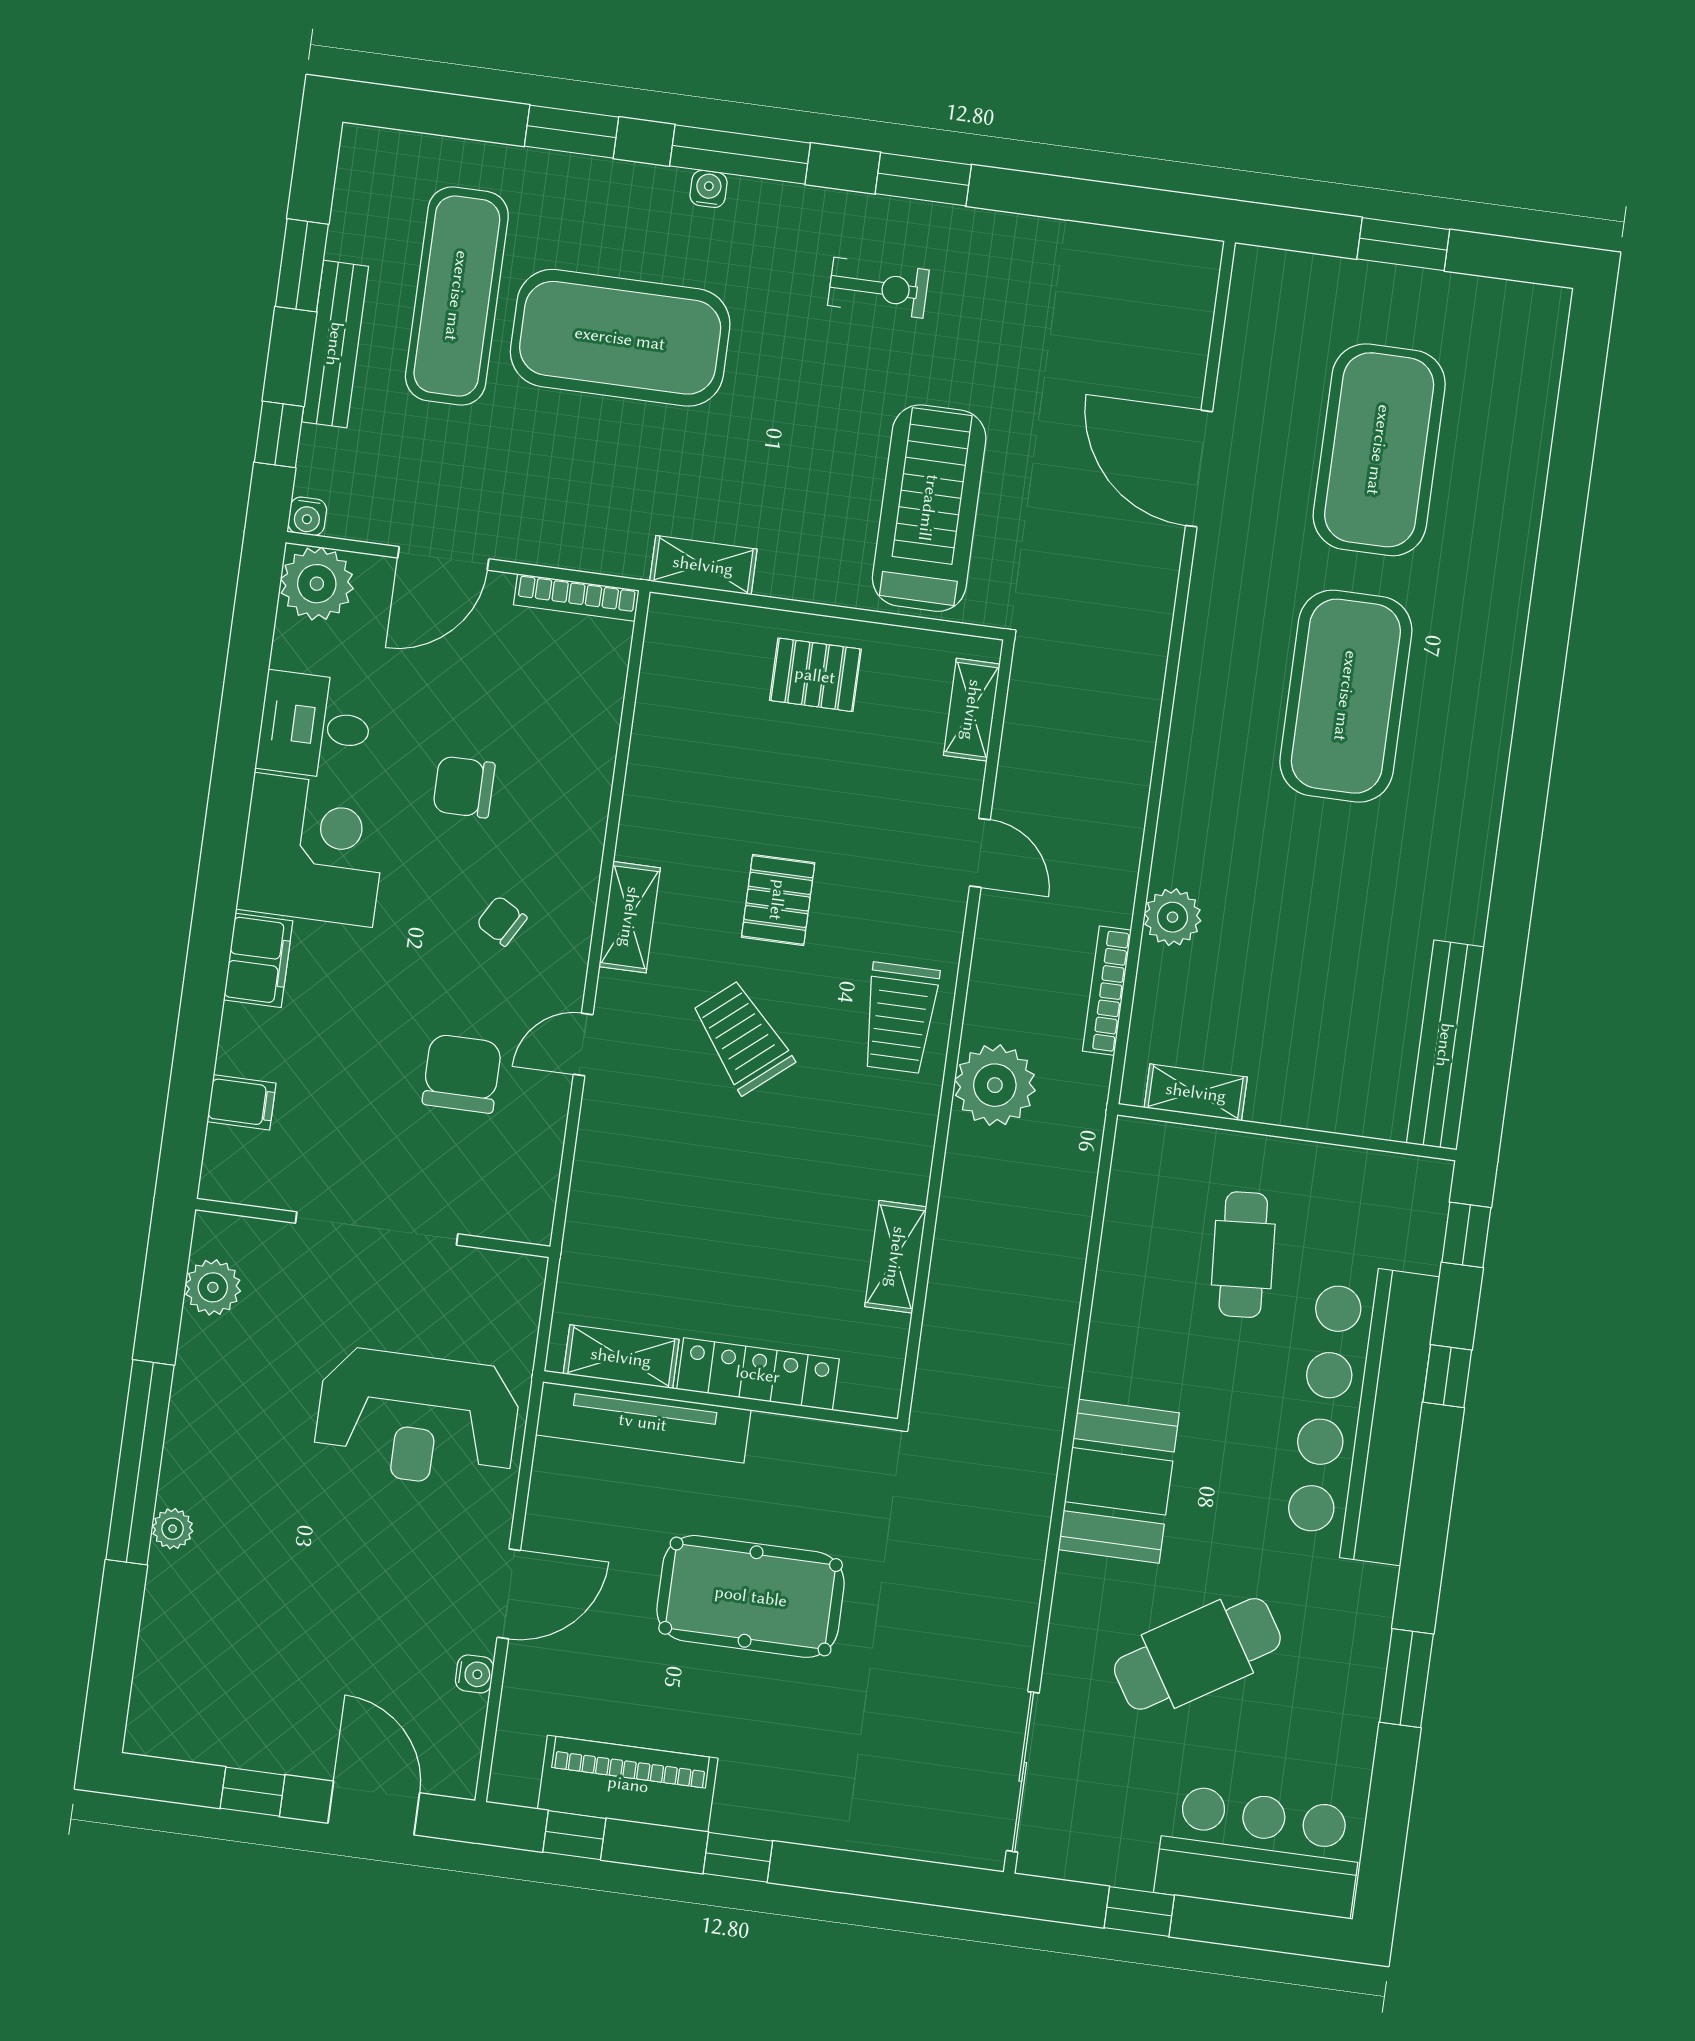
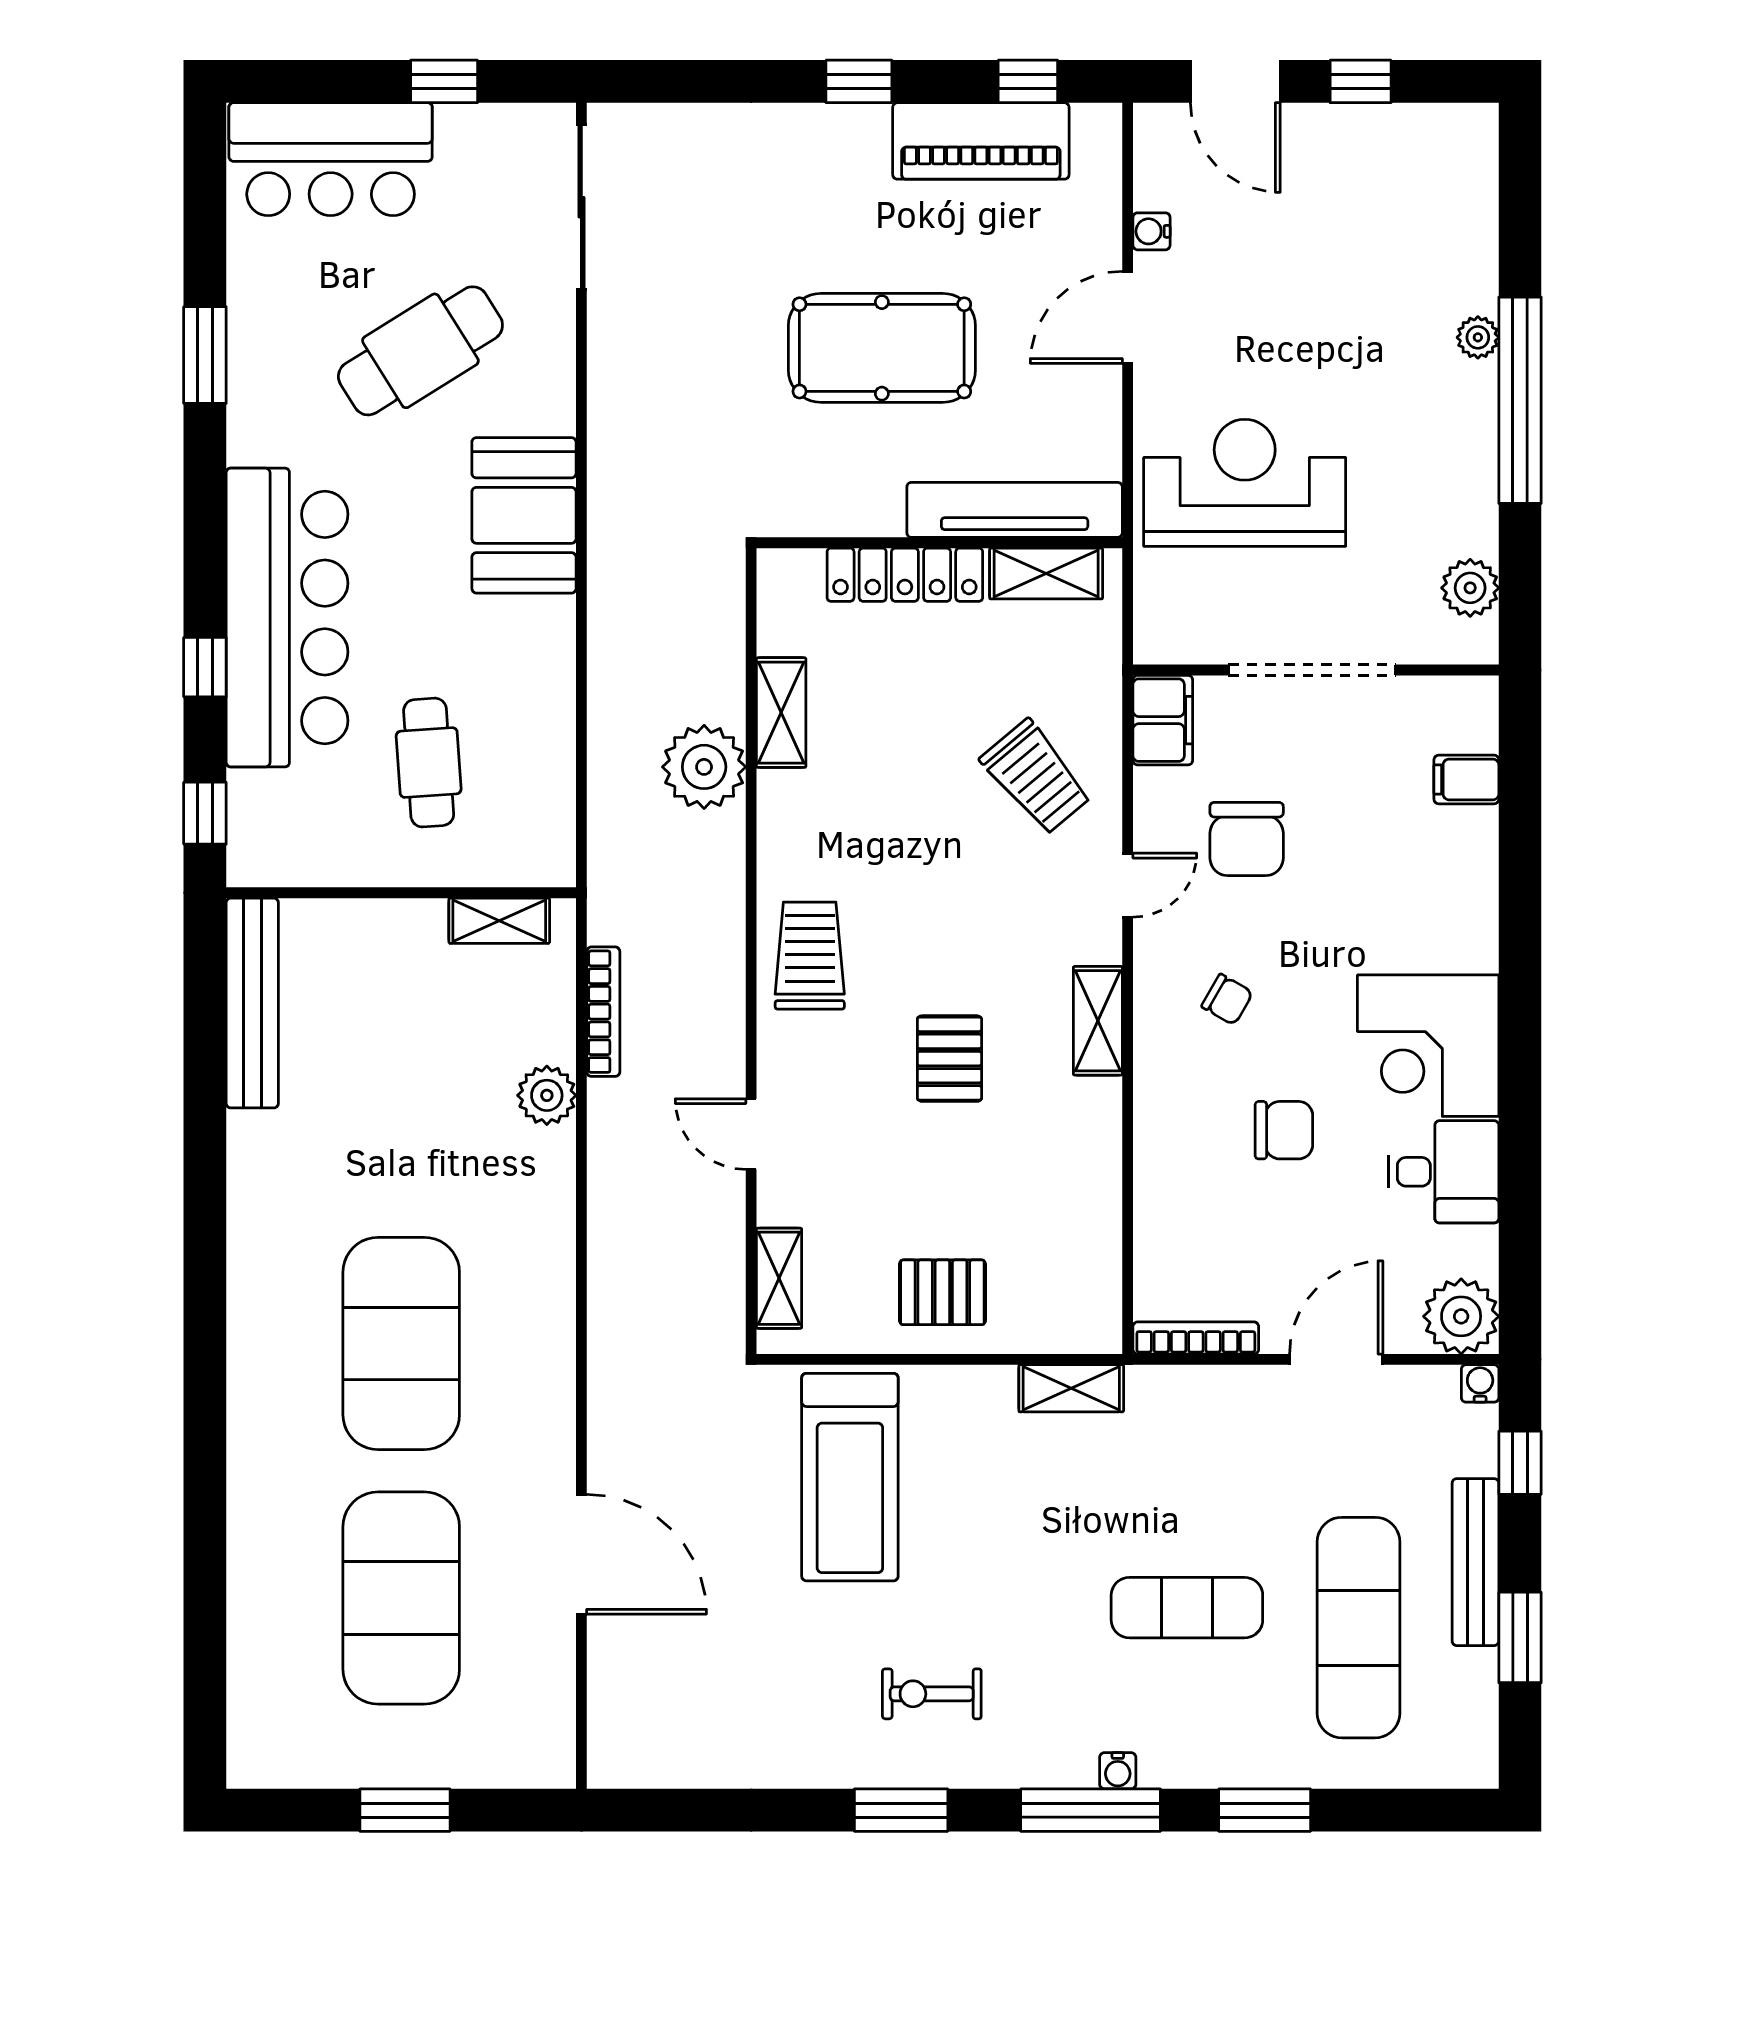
exercise mat: (620, 338) -> (1187, 1608), width x0.50, depth x0.69
filing cabinet: (258, 960) -> (1163, 720), moved, turned 180
trolley: (742, 1037) -> (1036, 777), moved
plant: (995, 1085) -> (704, 767), moved

